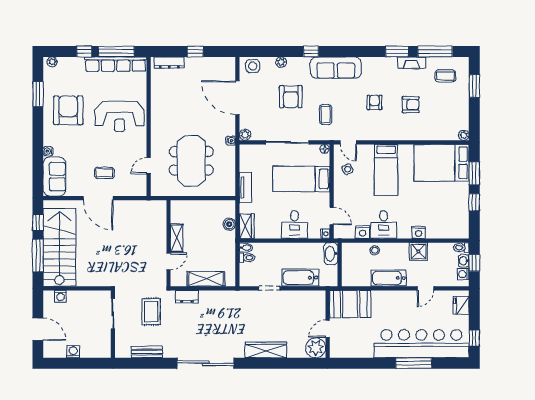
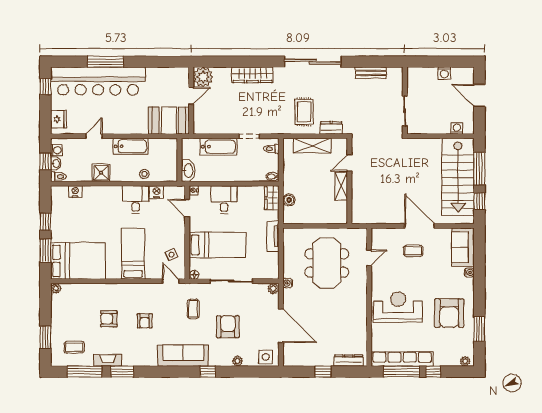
nightstand: (419, 232) -> (75, 192), moved
toilet: (247, 258) -> (271, 149), moved
rug: (151, 312) -> (304, 112), moved

